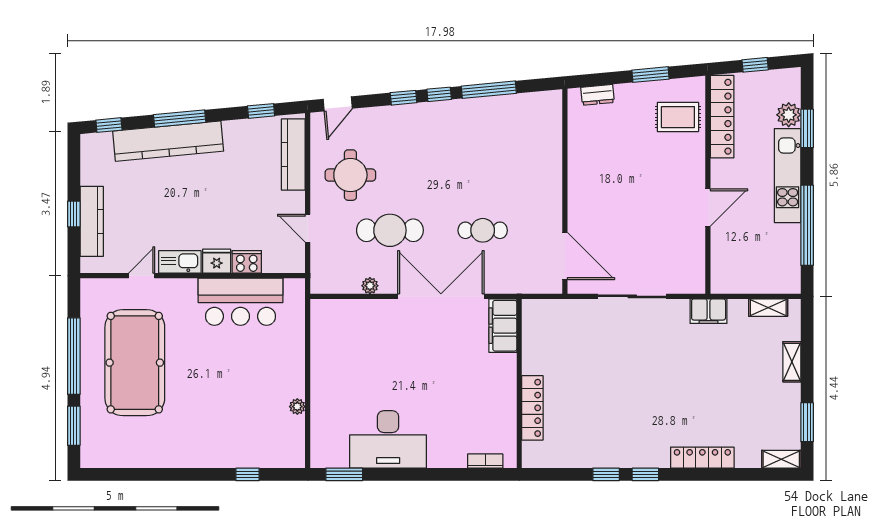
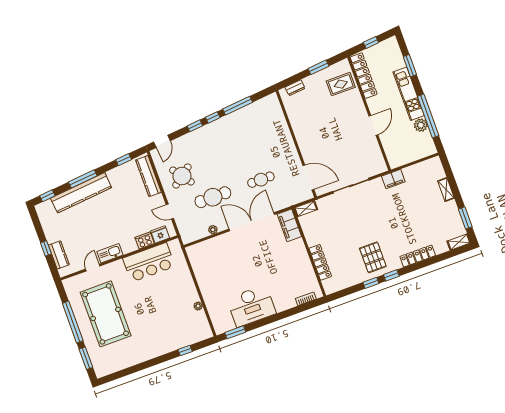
plant: (789, 115) -> (421, 125), moved
round table: (350, 175) -> (182, 176), turned -37
kitchen counter: (92, 221) -> (59, 255), width x0.67
fridge: (217, 261) -> (160, 234), moved
shelving: (768, 308) -> (306, 209), moved
pallet: (625, 432) -> (373, 257), added

